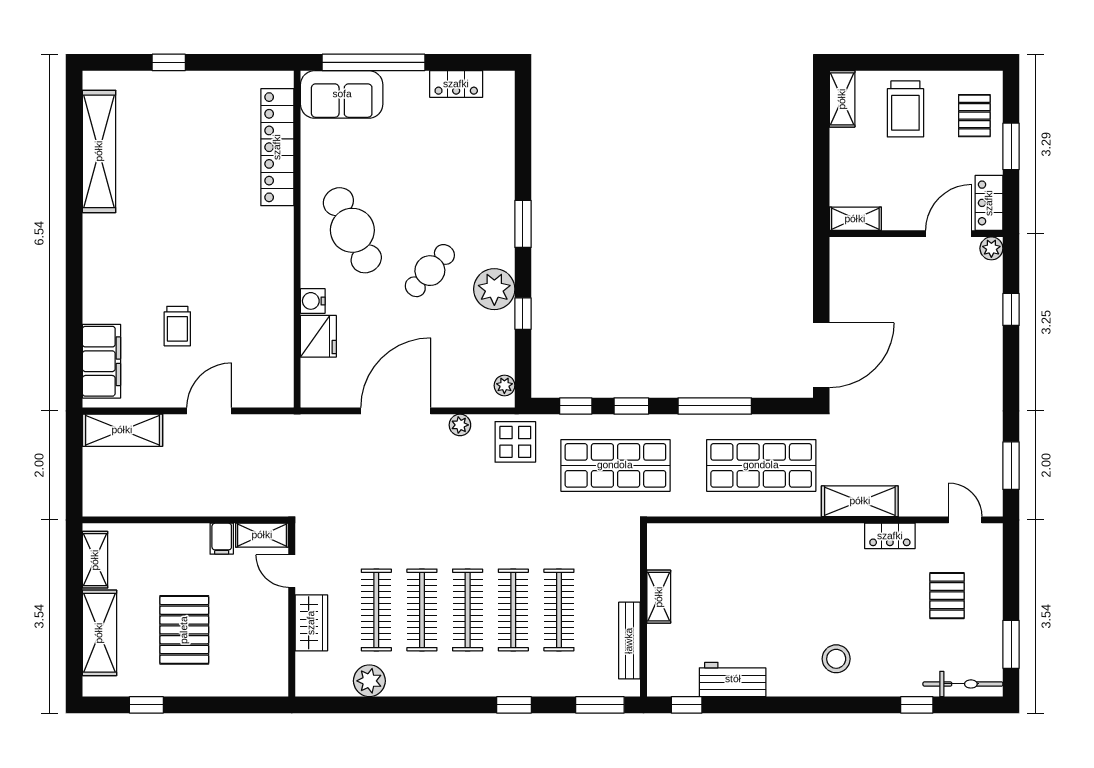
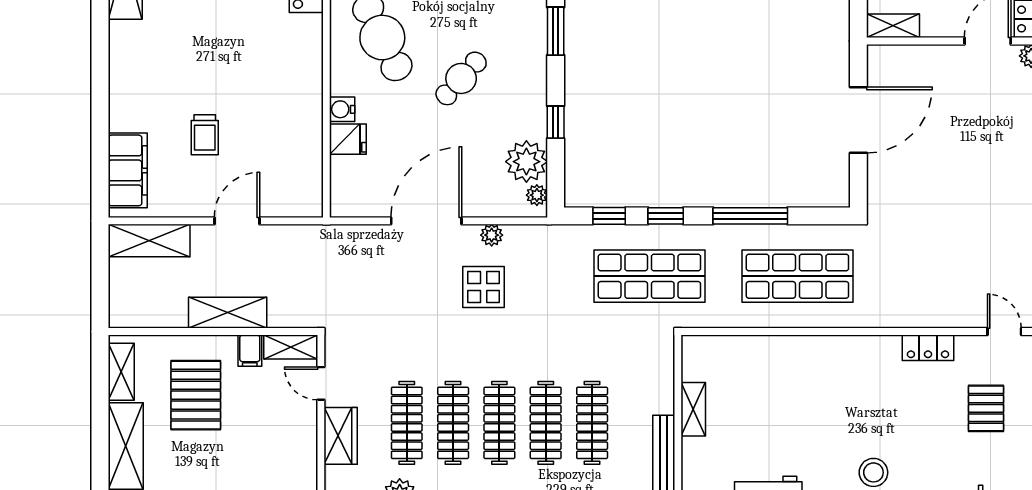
plant: (494, 289) -> (526, 162), moved
fridge: (318, 336) -> (348, 139), width x0.72
door: (821, 355) -> (858, 120), moved
display table: (515, 442) -> (484, 287), moved
shelving: (860, 501) -> (228, 313), moved
pallet: (184, 630) -> (196, 395), moved

